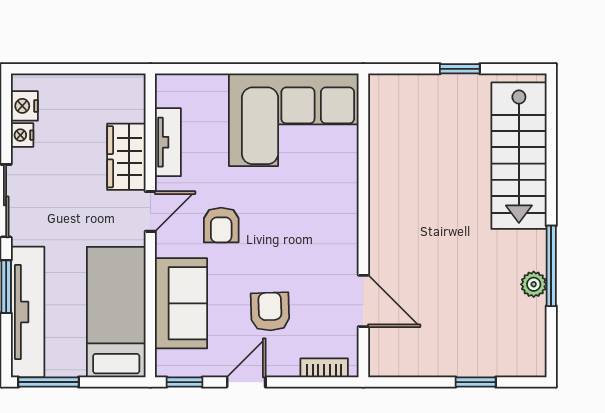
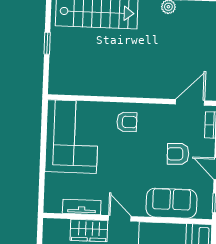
armchair: (221, 225) -> (127, 122), moved
door: (363, 301) -> (190, 102), moved

